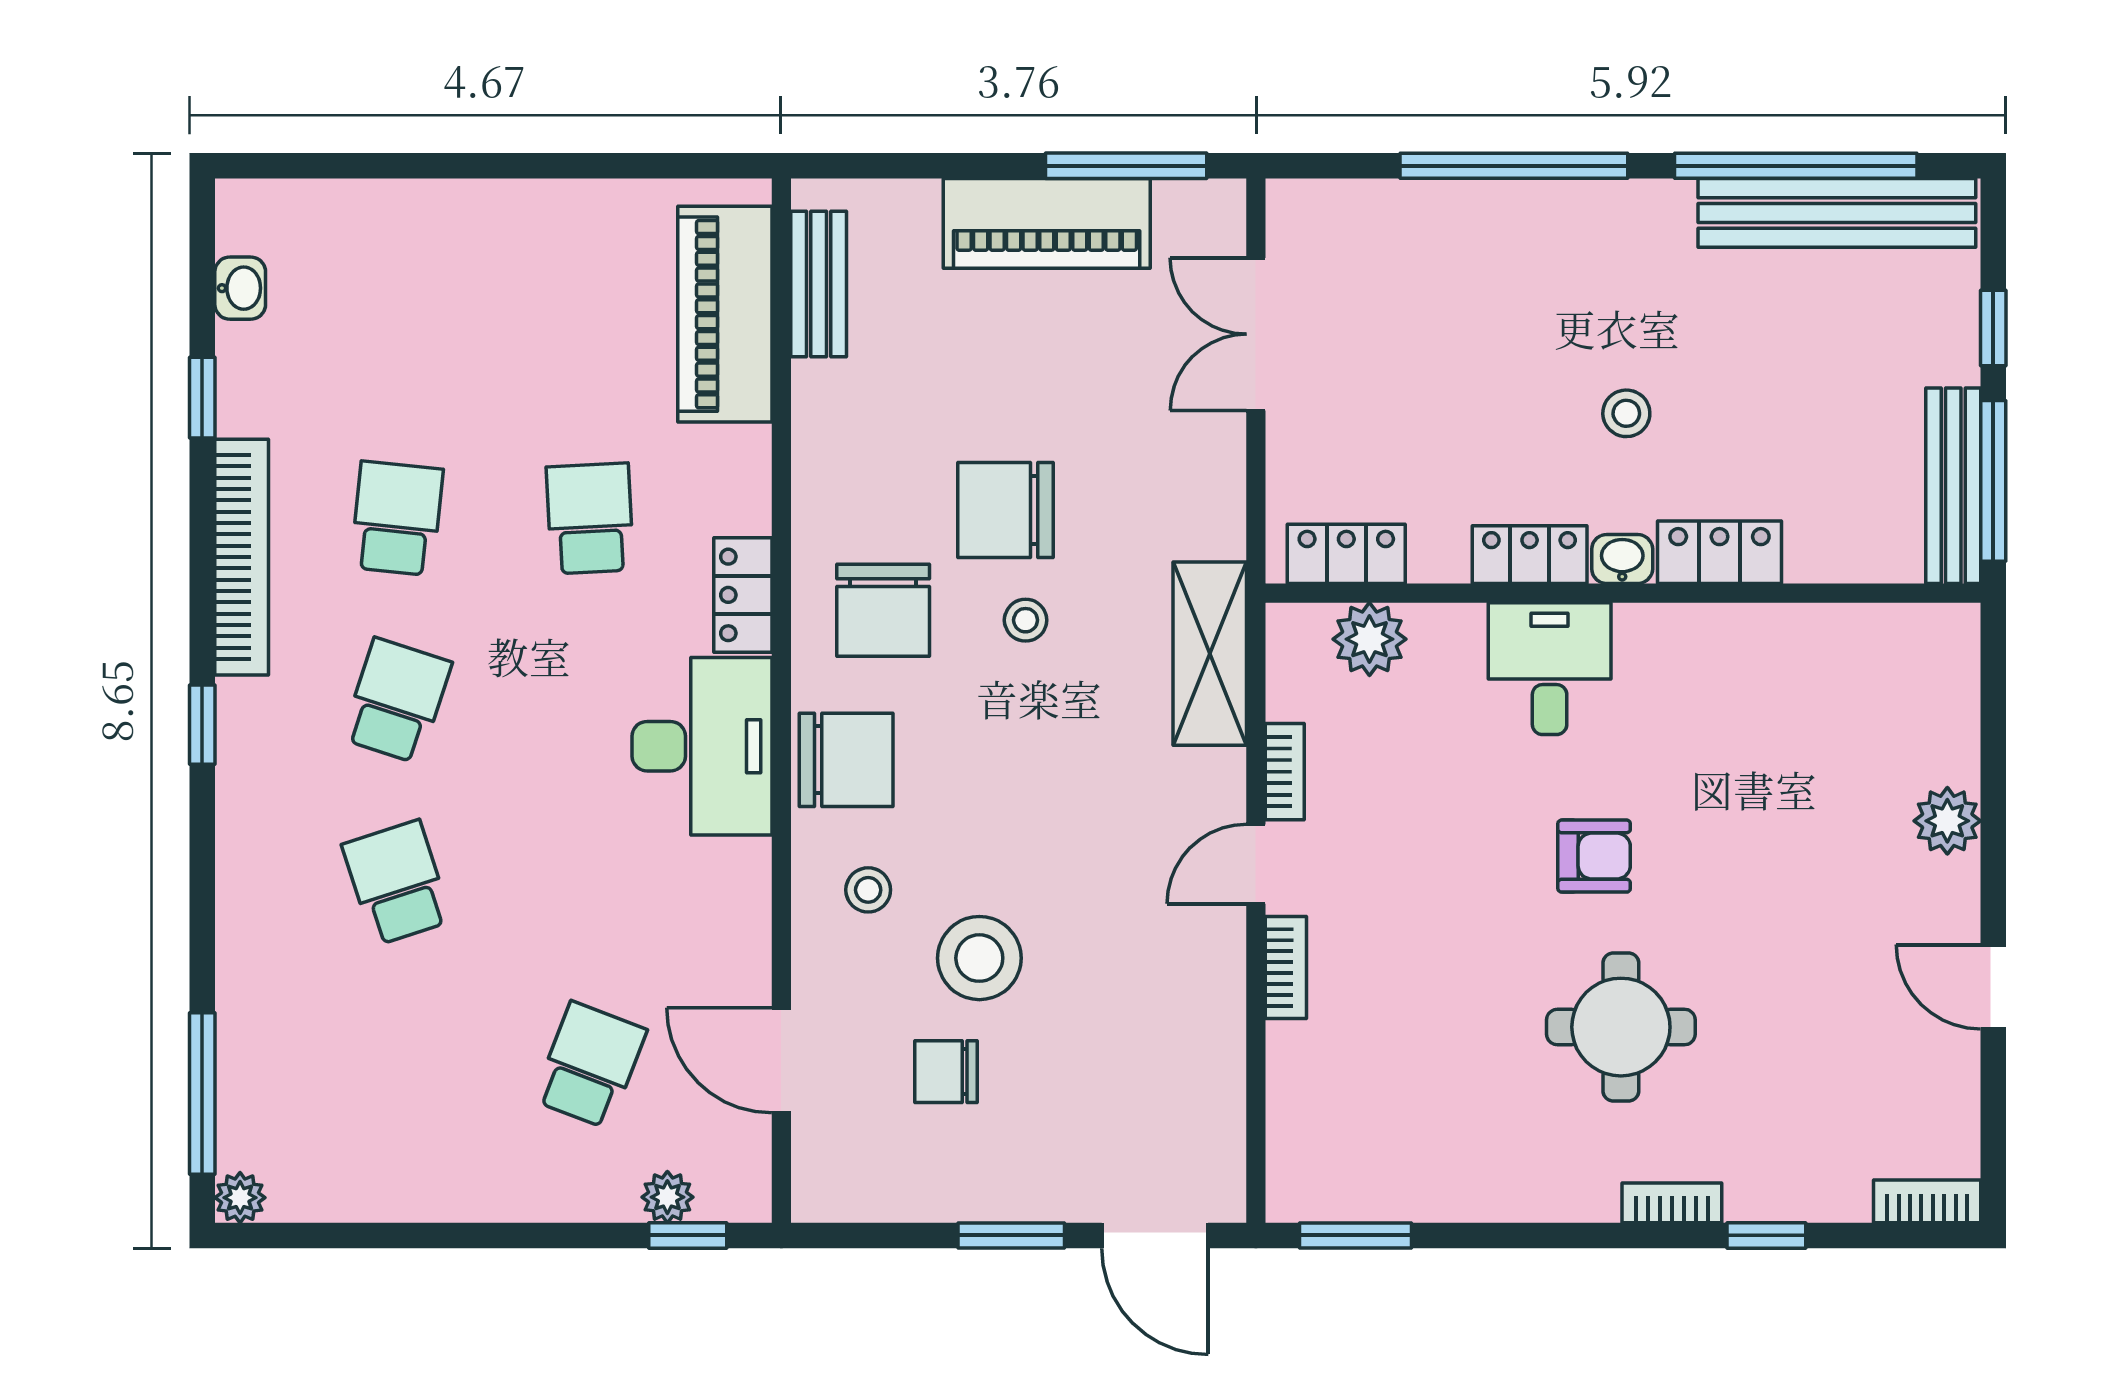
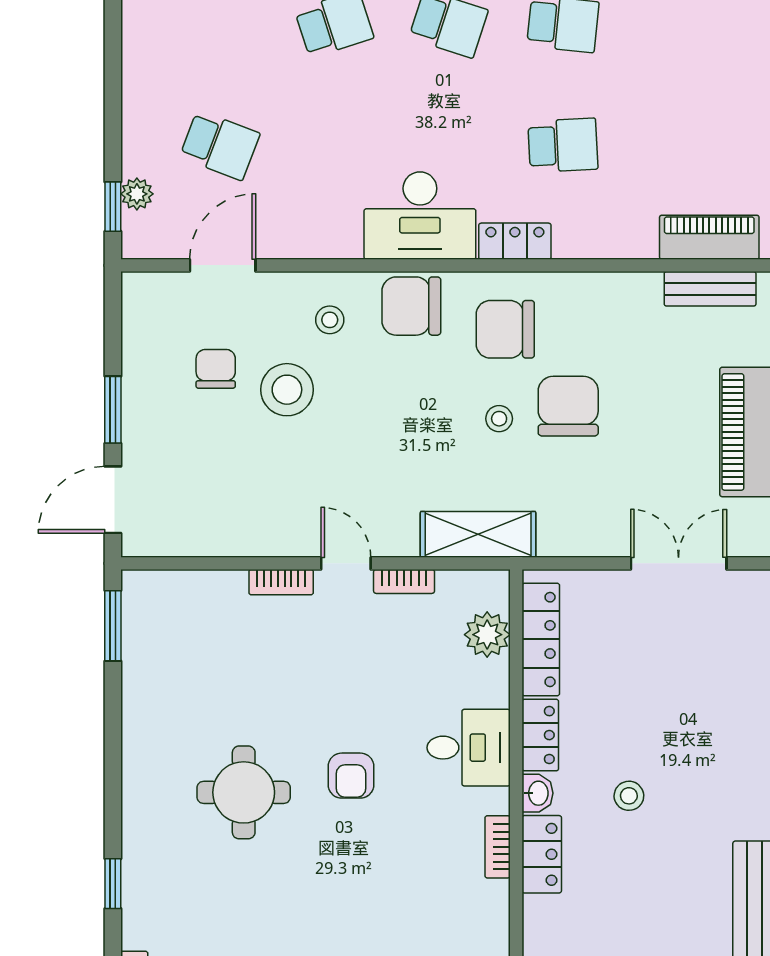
piano: (725, 314) -> (709, 237), width x0.73, depth x0.75
locker: (1346, 554) -> (541, 639), width x1.53
chair: (846, 760) -> (411, 306), turned 90
bookcase: (1672, 1203) -> (498, 847), moved, turned 180

